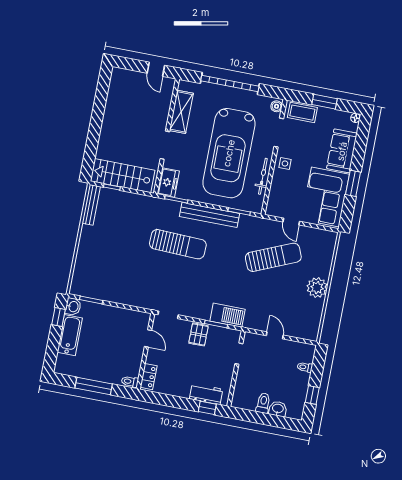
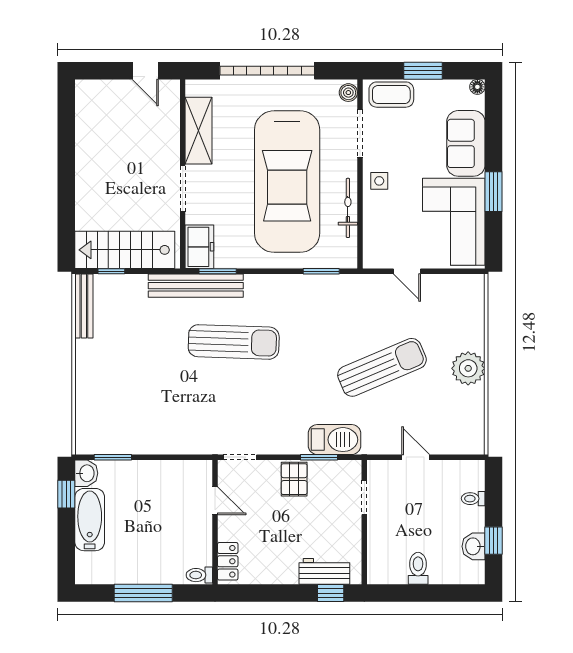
bench: (210, 215) -> (196, 286), moved
sun lounger: (273, 257) -> (382, 367), moved
washbasin: (278, 409) -> (474, 546), moved, turned -90

